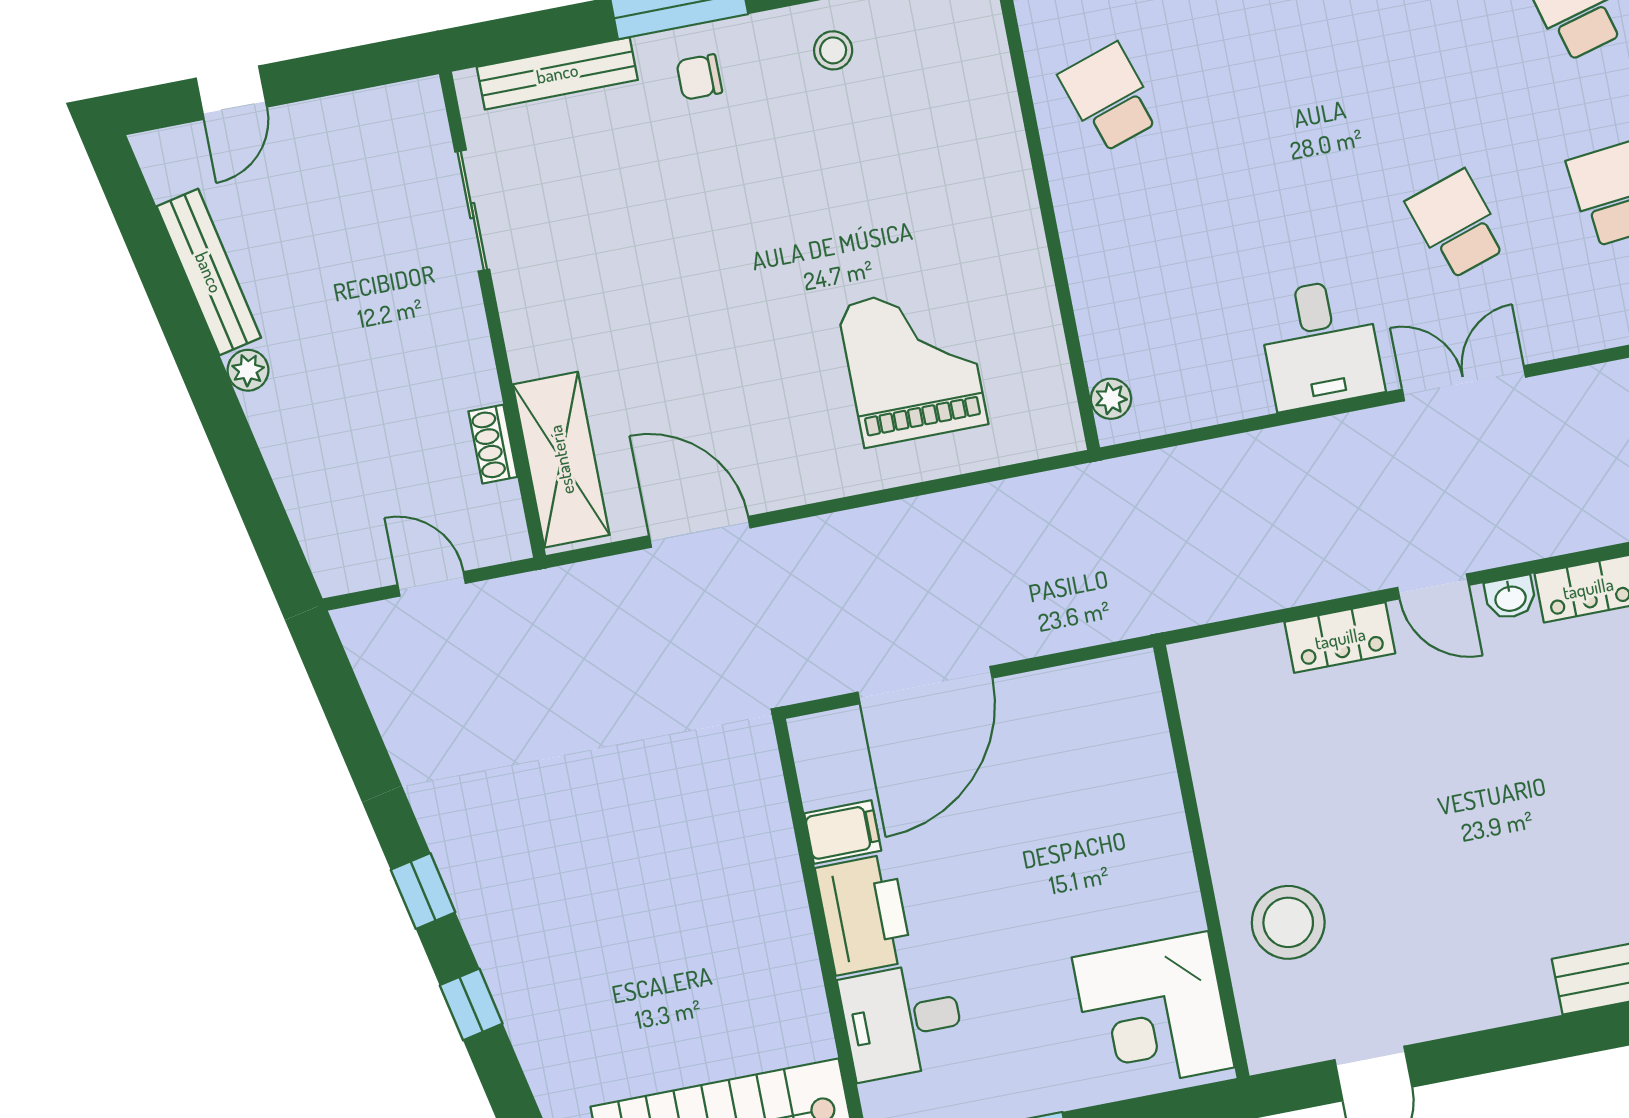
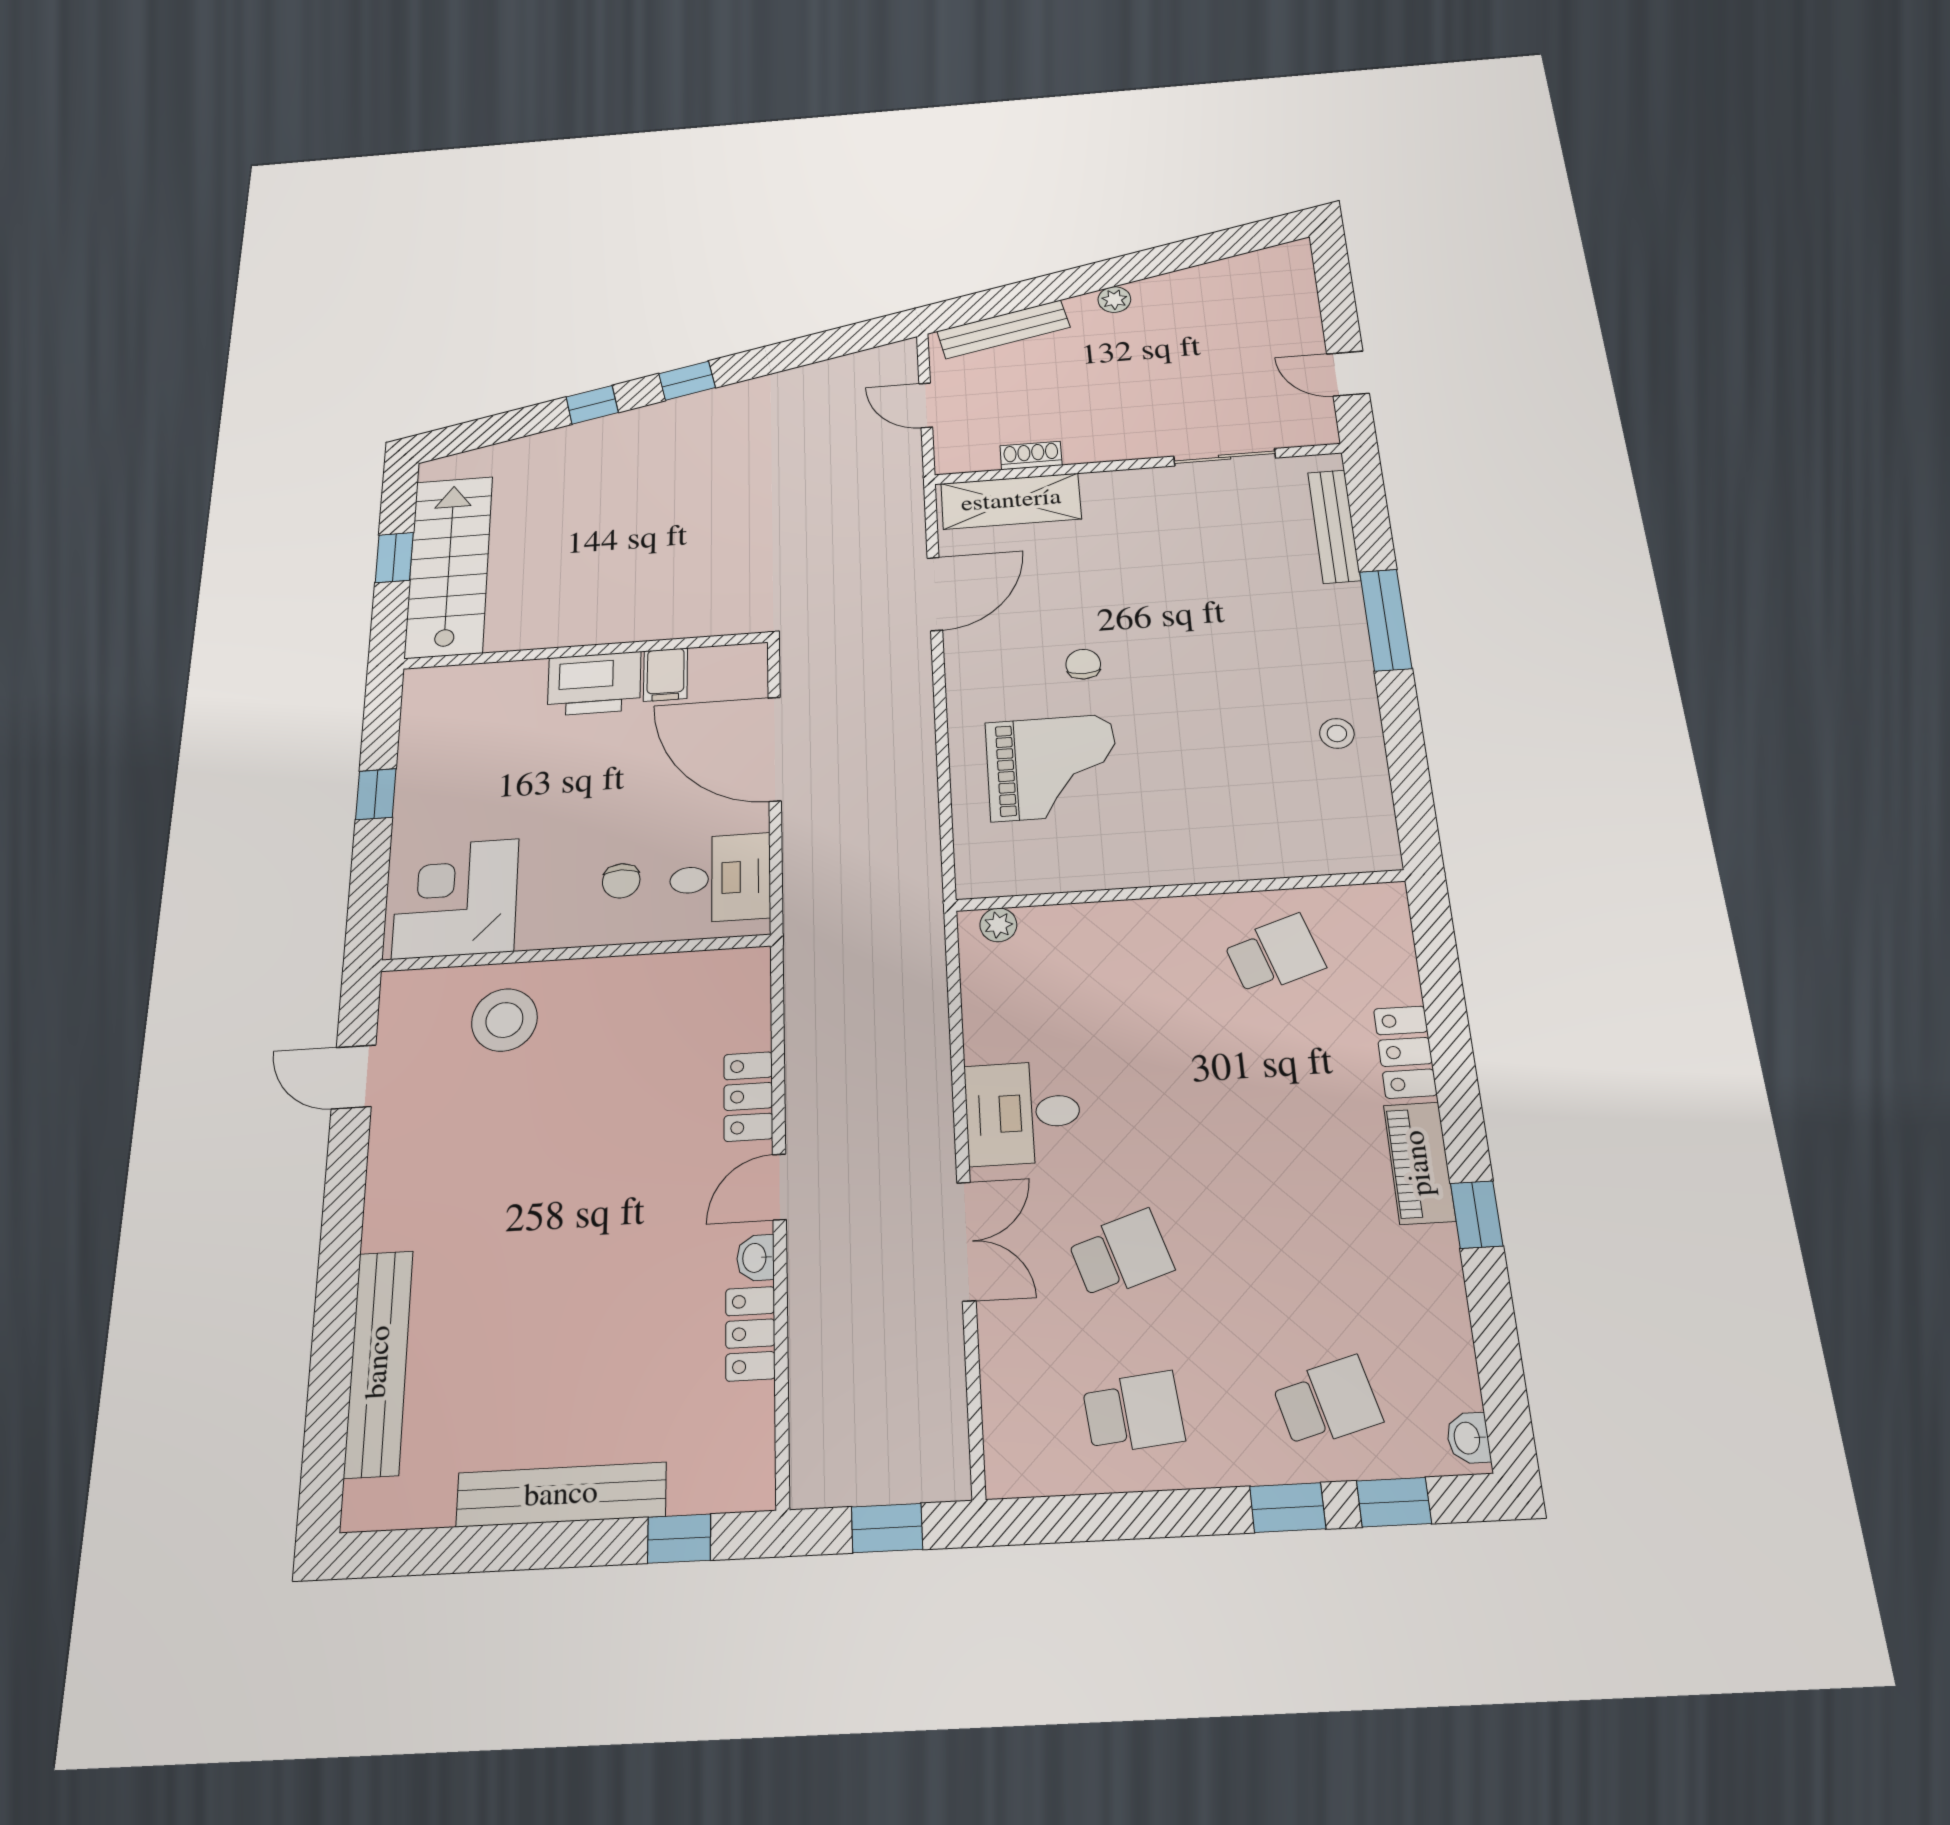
chair: (699, 77) -> (1083, 664), moved
door: (231, 93) -> (1348, 374), moved
bench: (209, 272) -> (1003, 329), moved
door: (432, 584) -> (926, 405), swing flipped
chair: (1109, 828) -> (621, 881), added
desk: (902, 1021) -> (720, 878), moved, turned 90

